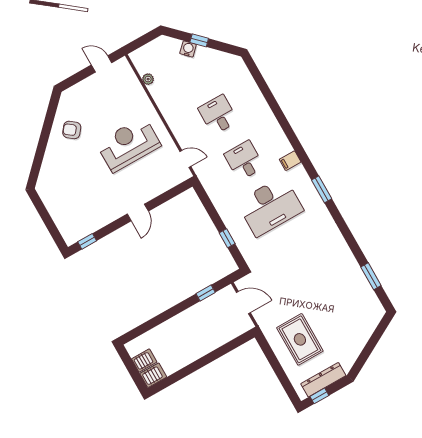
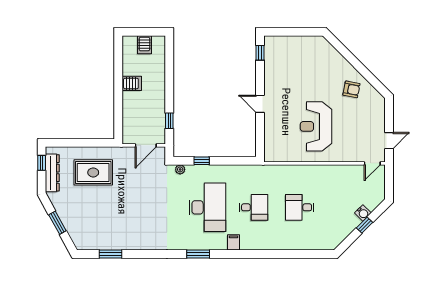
plant: (148, 79) -> (180, 169), moved
desk: (218, 115) -> (300, 207), turned 180
armchair: (72, 130) -> (351, 89), turned 63
reception desk: (129, 144) -> (316, 126), turned 180
door: (185, 159) -> (372, 163), moved
desk: (270, 206) -> (207, 207), turned 180
window: (370, 346) -> (57, 223), added
server rack: (153, 375) -> (132, 83), moved, turned -90

